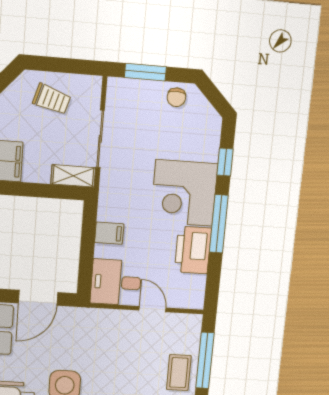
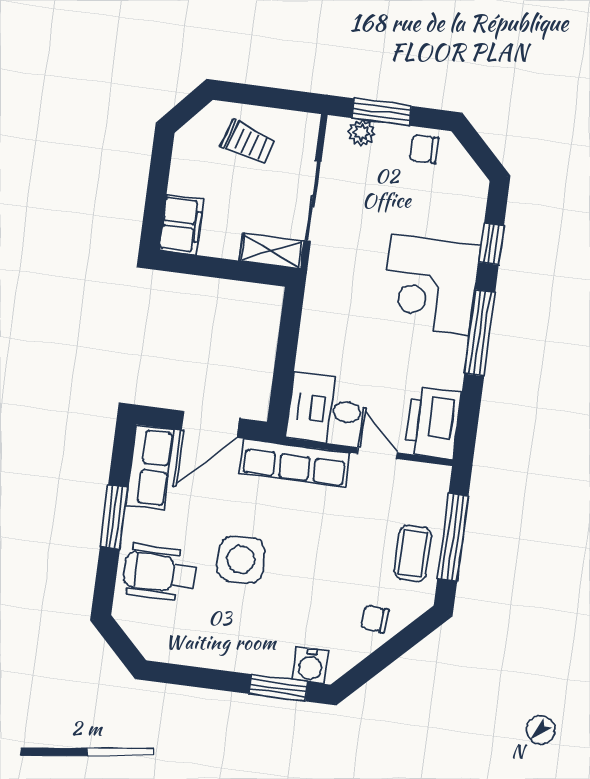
plant: (132, 88) -> (361, 133), added
chair: (176, 97) -> (424, 149), turned 88
filing cabinet: (109, 233) -> (319, 336), removed
printer: (193, 250) -> (433, 423), moved
row of seats: (97, 320) -> (295, 463), added

